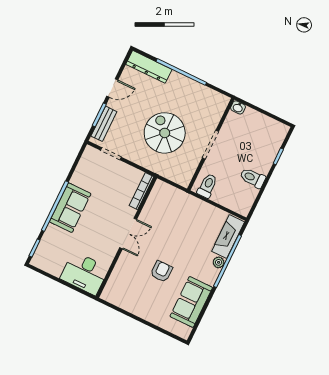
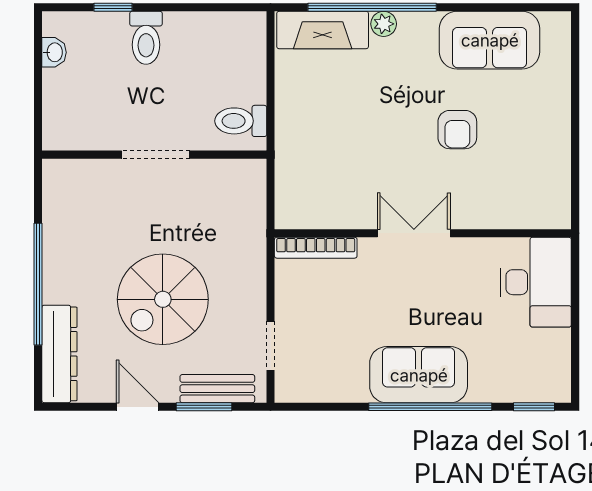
washbasin: (238, 107) -> (54, 52), moved
spiral stairs: (165, 133) -> (163, 299), moved
toilet: (253, 178) -> (146, 38), moved
armchair: (161, 271) -> (457, 130), turned -90

